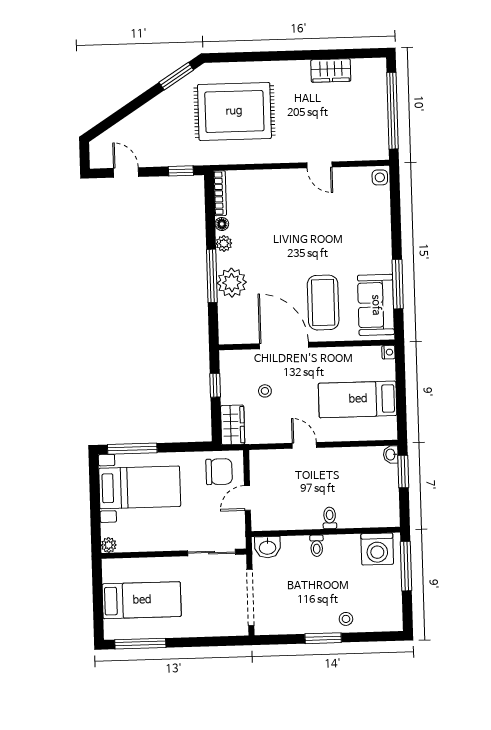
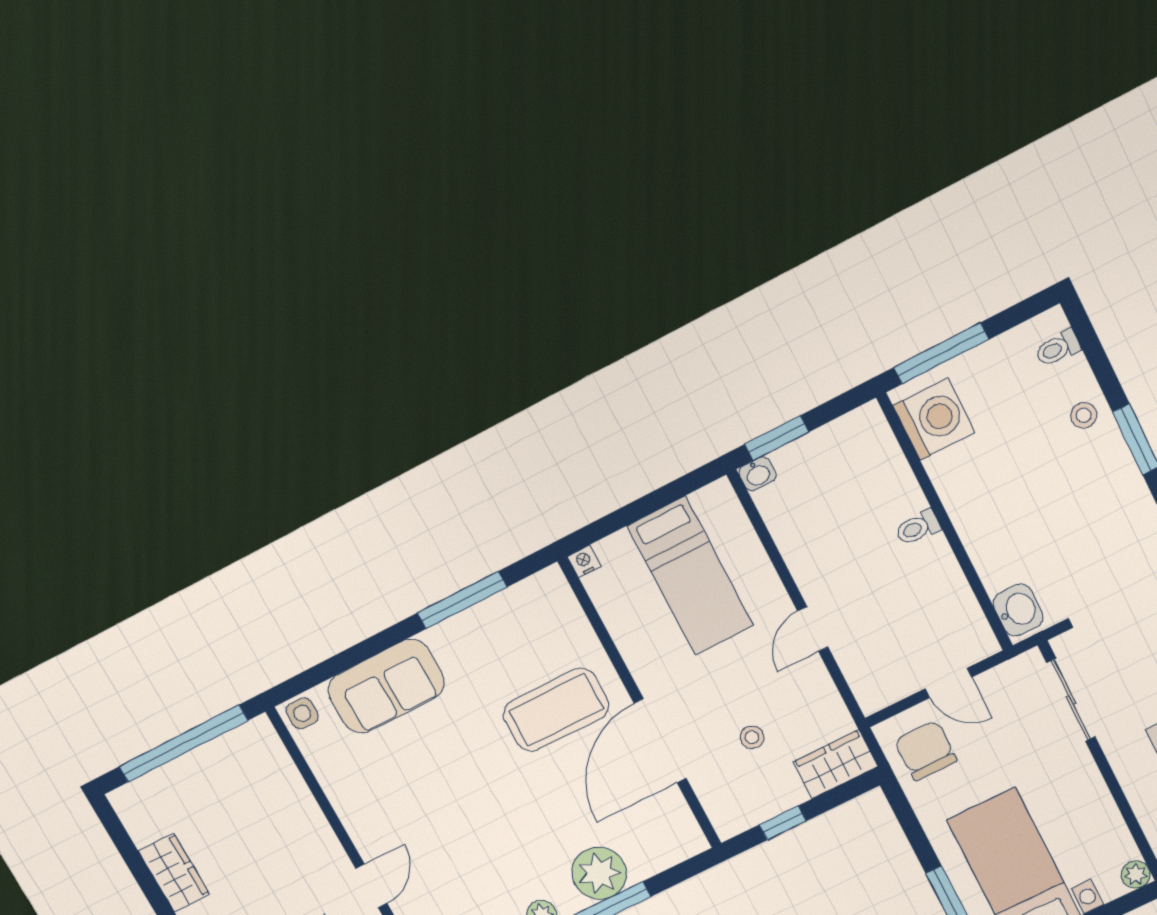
door: (319, 165) -> (371, 886), moved
sofa: (376, 305) -> (386, 686), moved
toilet: (317, 546) -> (1058, 348), moved, turned 180

